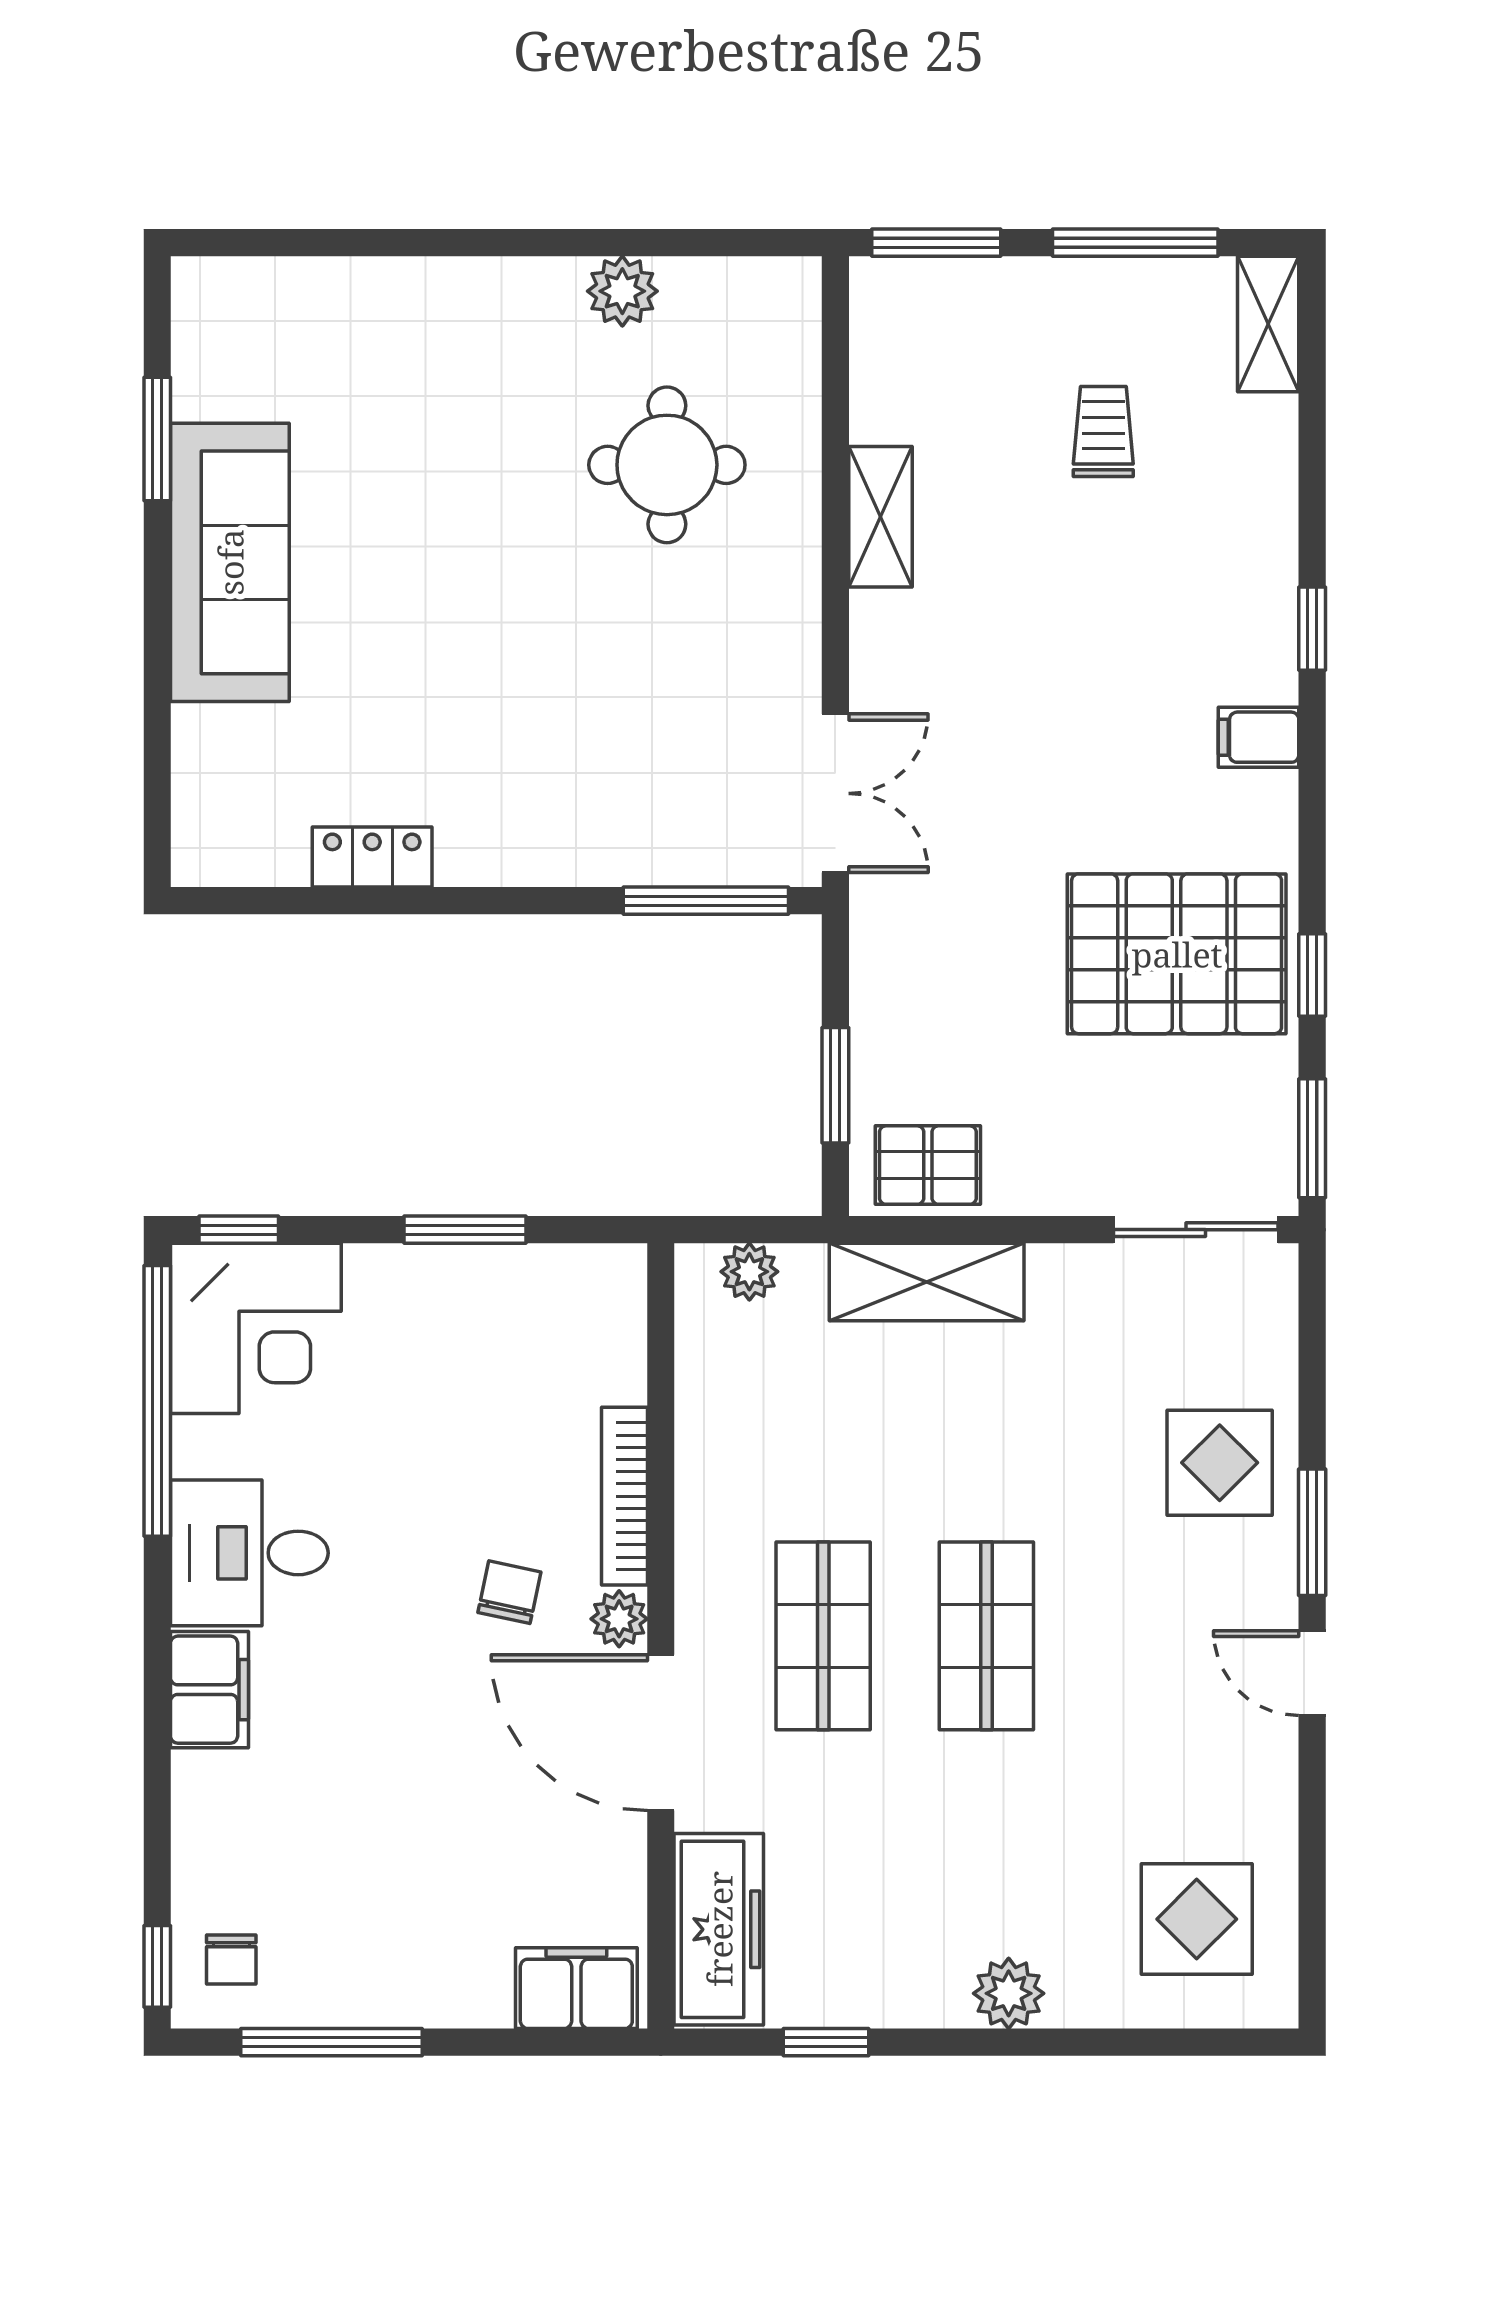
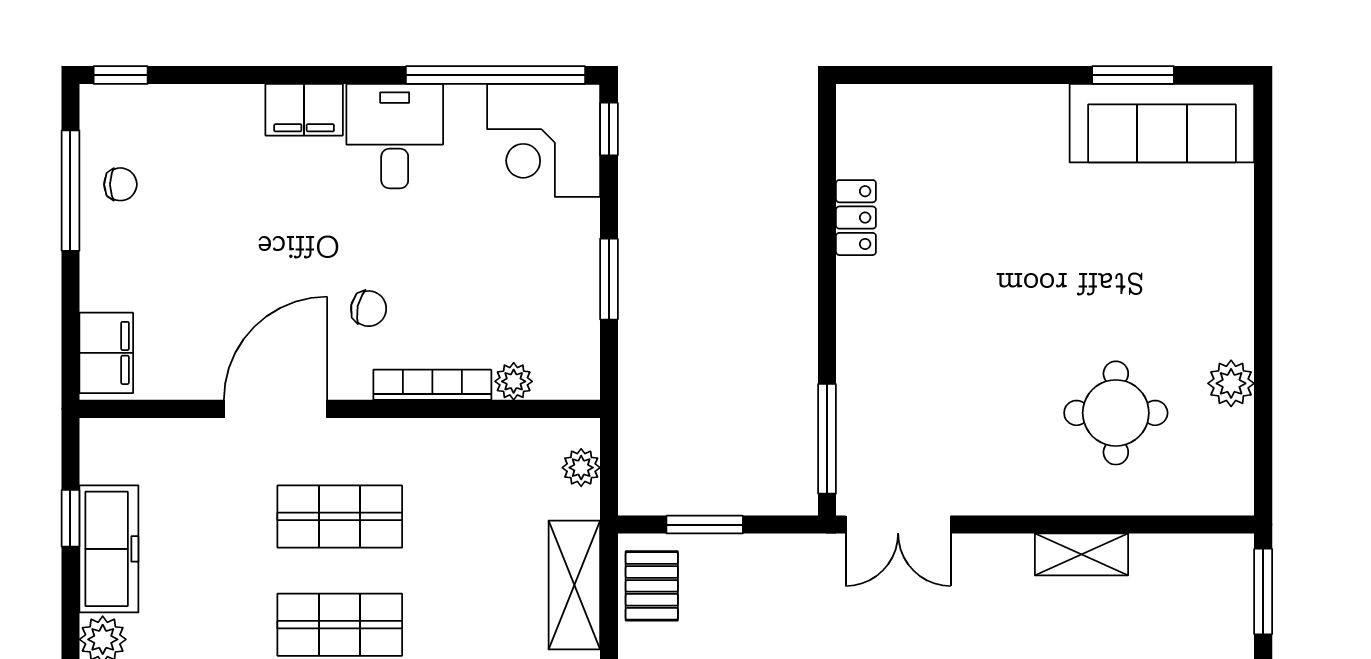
sofa: (230, 562) -> (1162, 123), moved
plant: (619, 1619) -> (514, 381), moved
freezer: (719, 1929) -> (109, 549), moved, turned -90
chair: (231, 1960) -> (120, 184), moved, turned 180

